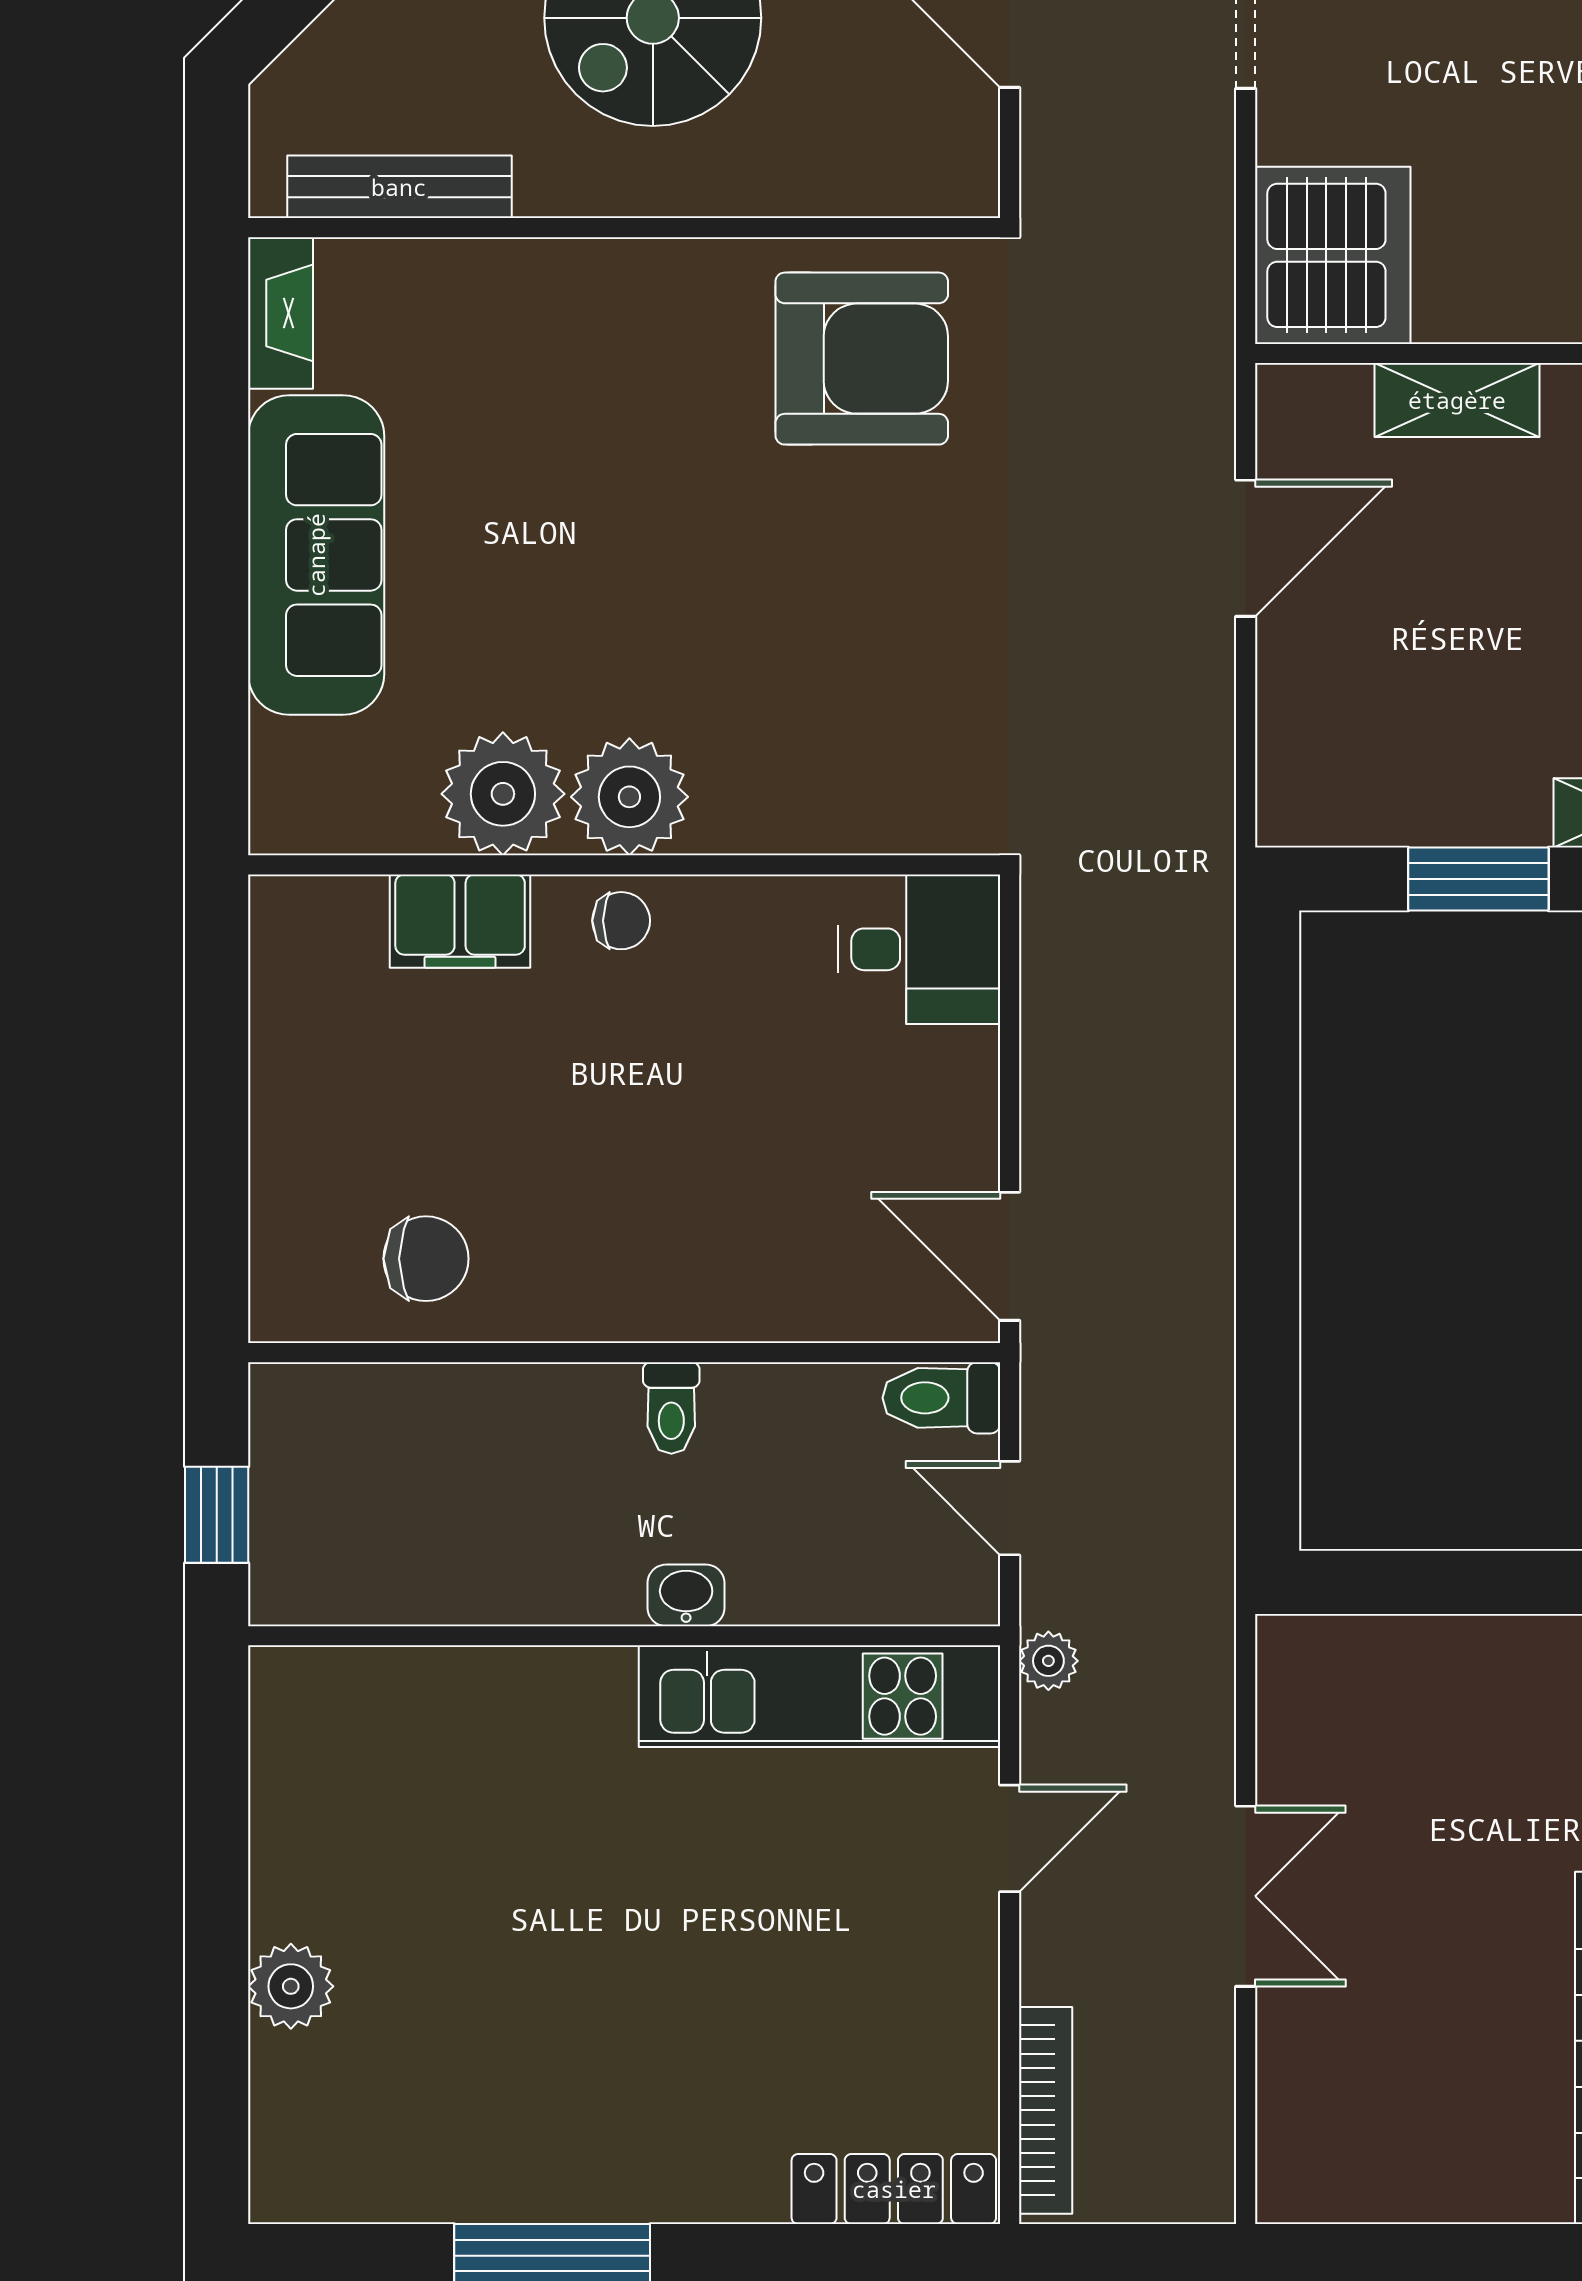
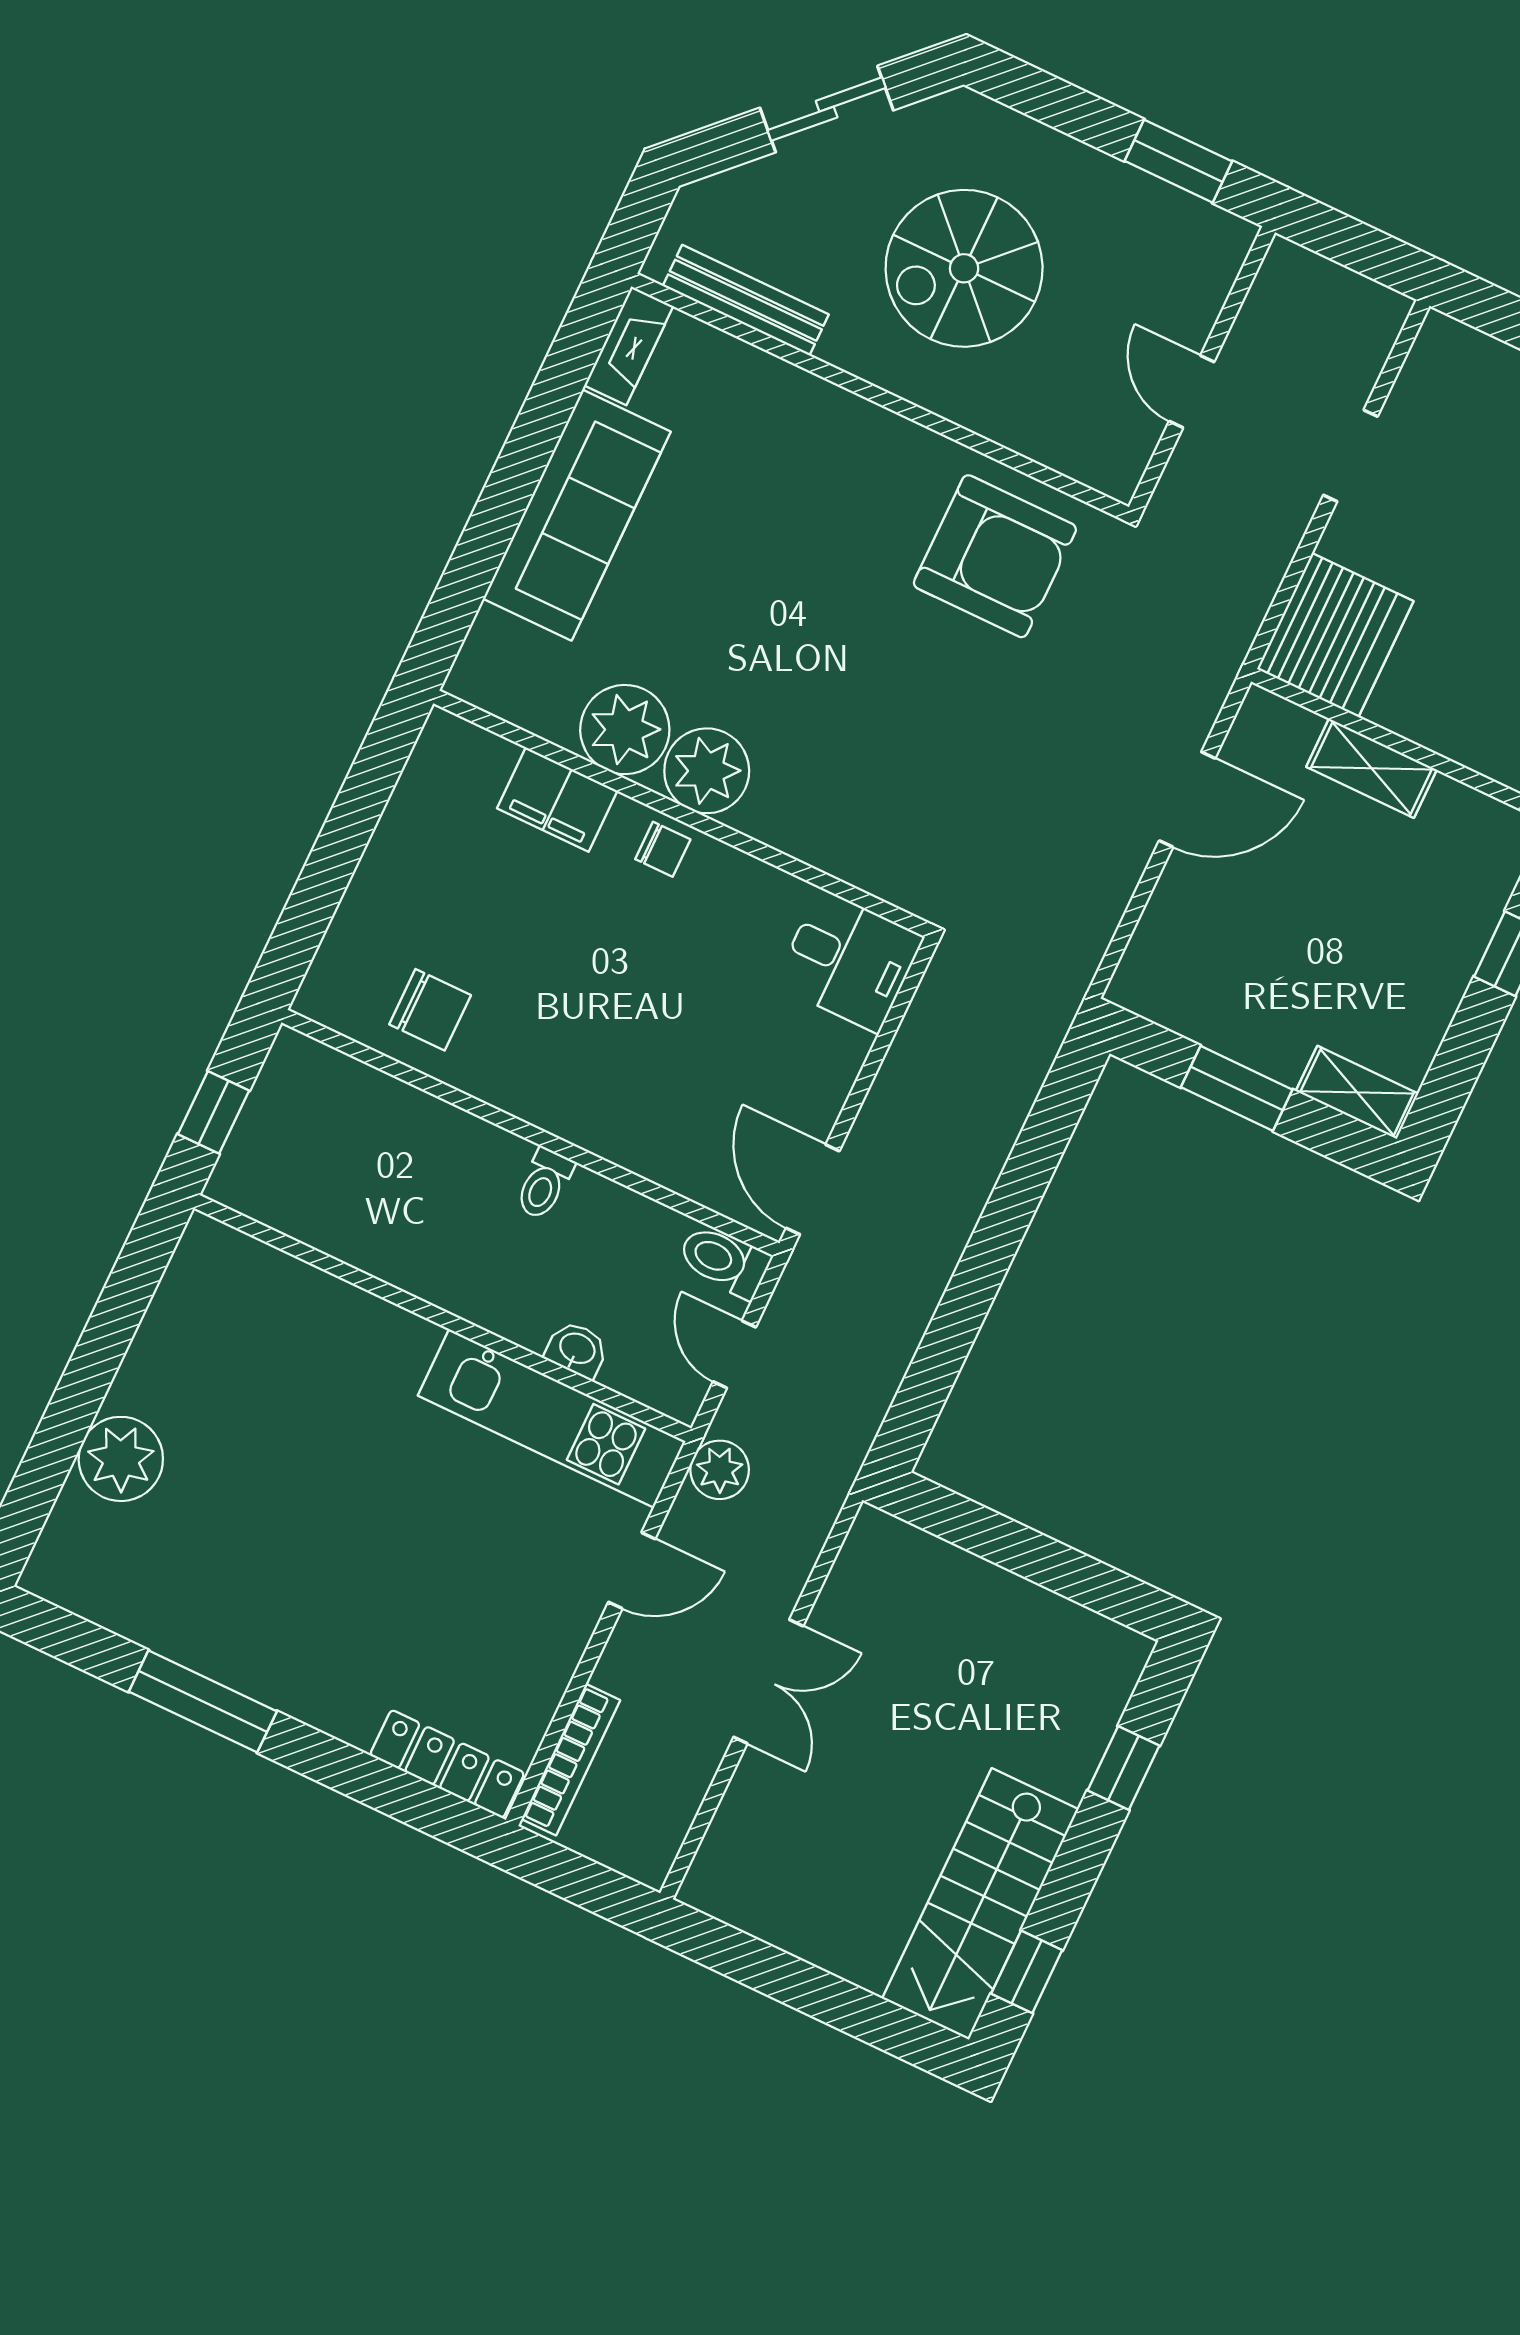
washbasin: (686, 1595) -> (577, 1350), moved
plant: (1048, 1661) -> (720, 1470), width x1.38, depth x1.38
plant: (291, 1986) -> (121, 1459), width x1.36, depth x1.36

